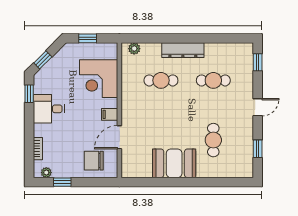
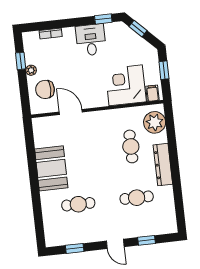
plant: (134, 49) -> (155, 122), width x1.88, depth x1.88
window: (258, 62) -> (146, 240), moved
cafe table: (213, 80) -> (137, 198), turned 90
filing cabinet: (110, 114) -> (152, 93), moved
chair: (94, 161) -> (45, 89), turned -90
plant: (46, 173) -> (31, 70), moved

